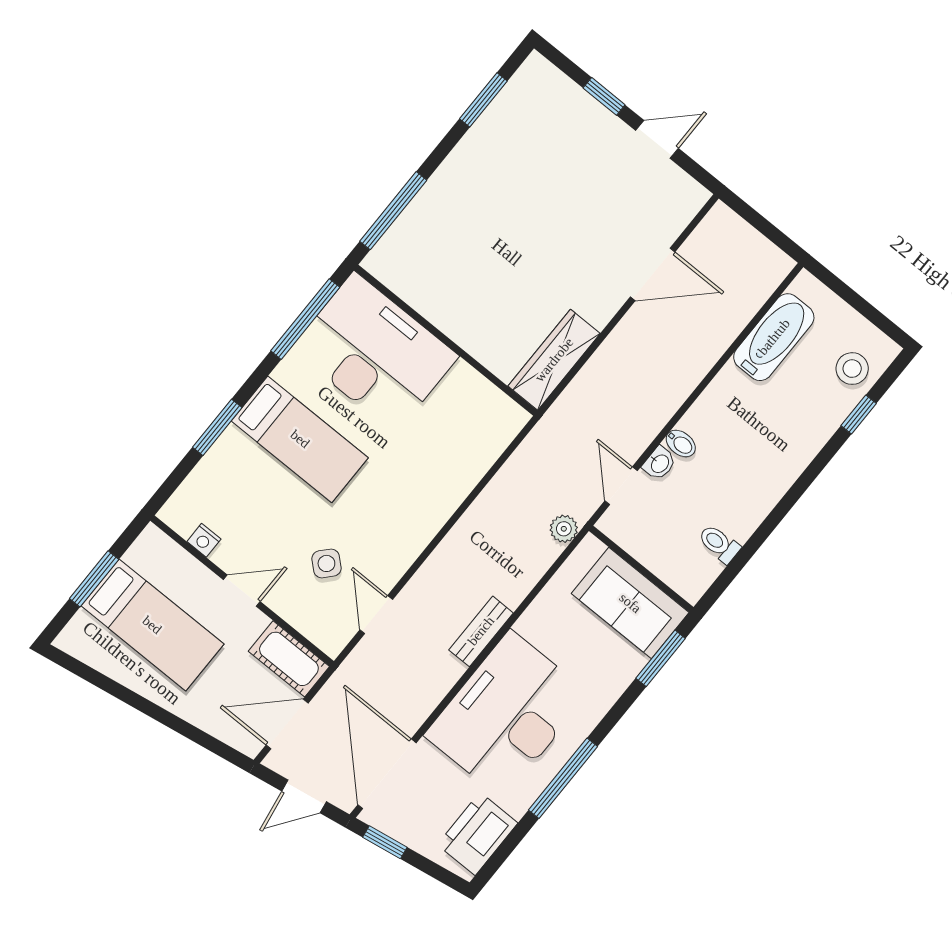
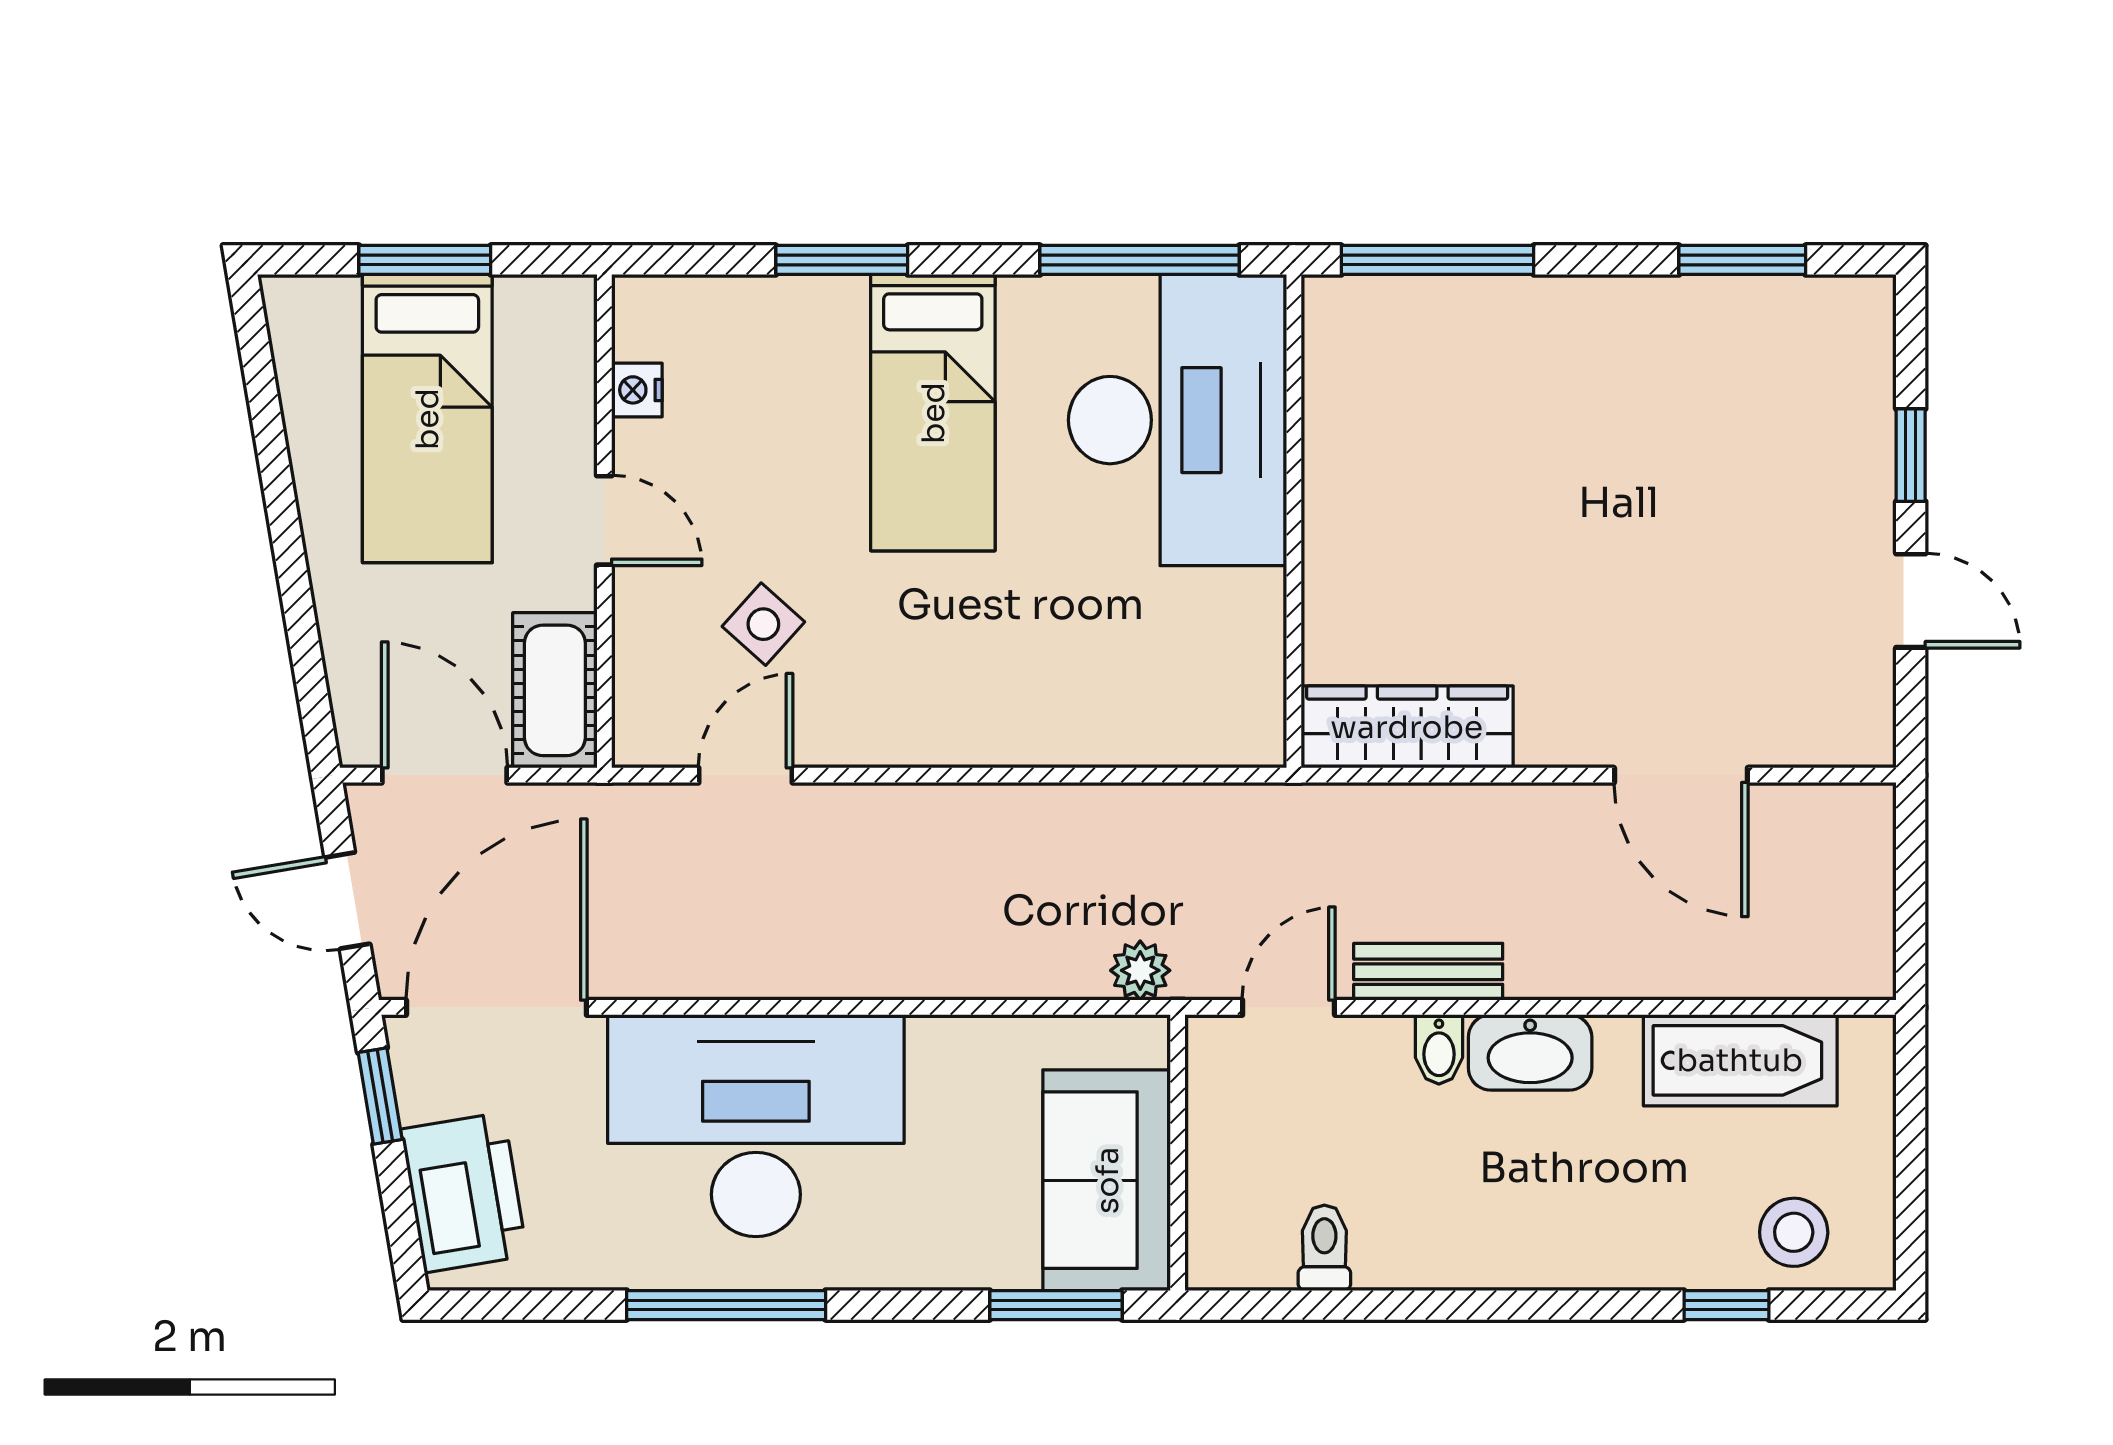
washbasin: (659, 463) -> (1530, 1052), moved, width x1.91, depth x1.45
bench: (481, 631) -> (1428, 972), moved
printer: (478, 834) -> (464, 1192), moved, turned 80

